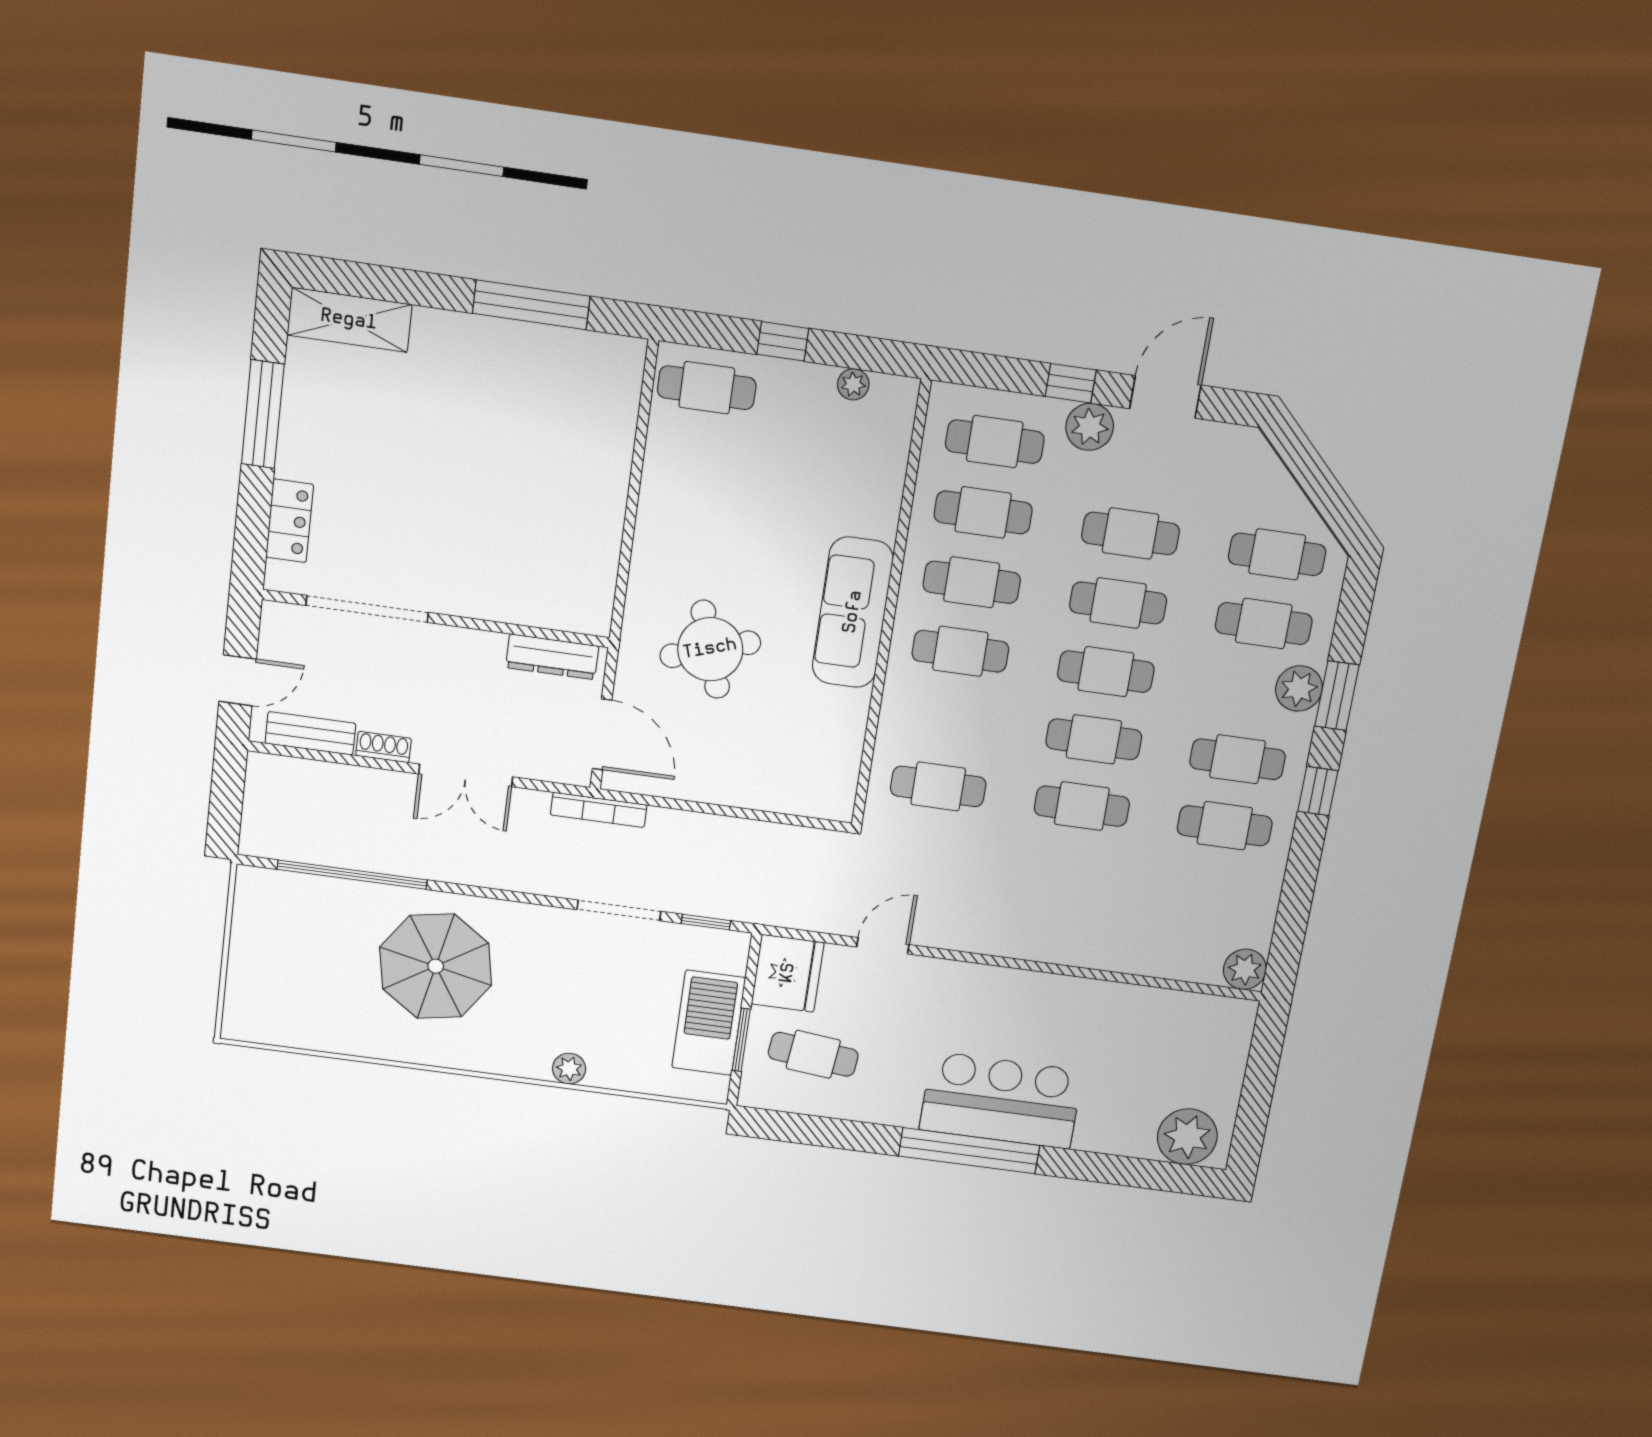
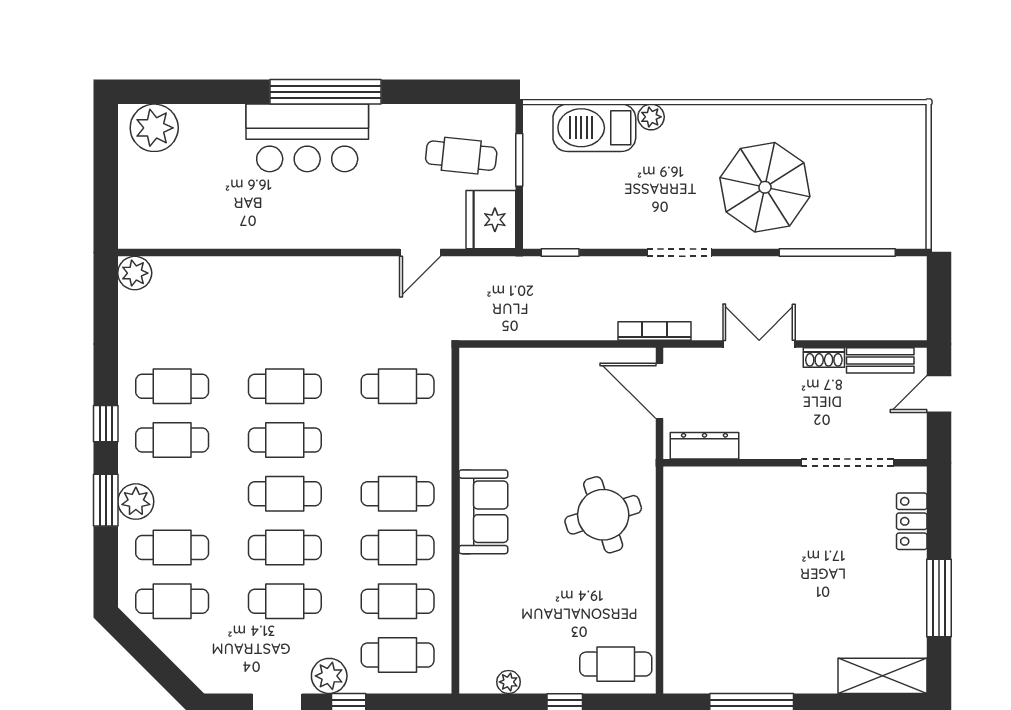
sofa: (853, 612) -> (483, 512), width x0.73
round table: (710, 649) -> (603, 515), moved
doorway: (619, 910) -> (679, 253), moved
barbecue: (709, 1023) -> (594, 128), moved, turned 90

